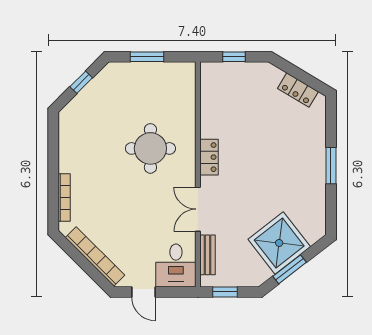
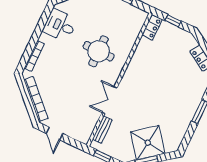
locker: (209, 157) -> (152, 27), moved
desk: (176, 265) -> (60, 25), moved, turned 90

